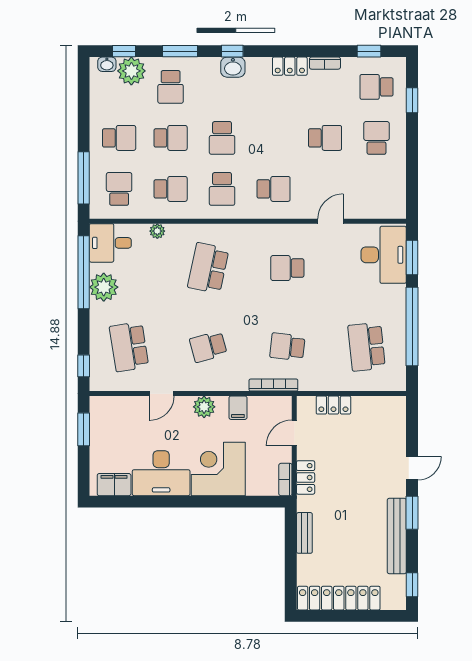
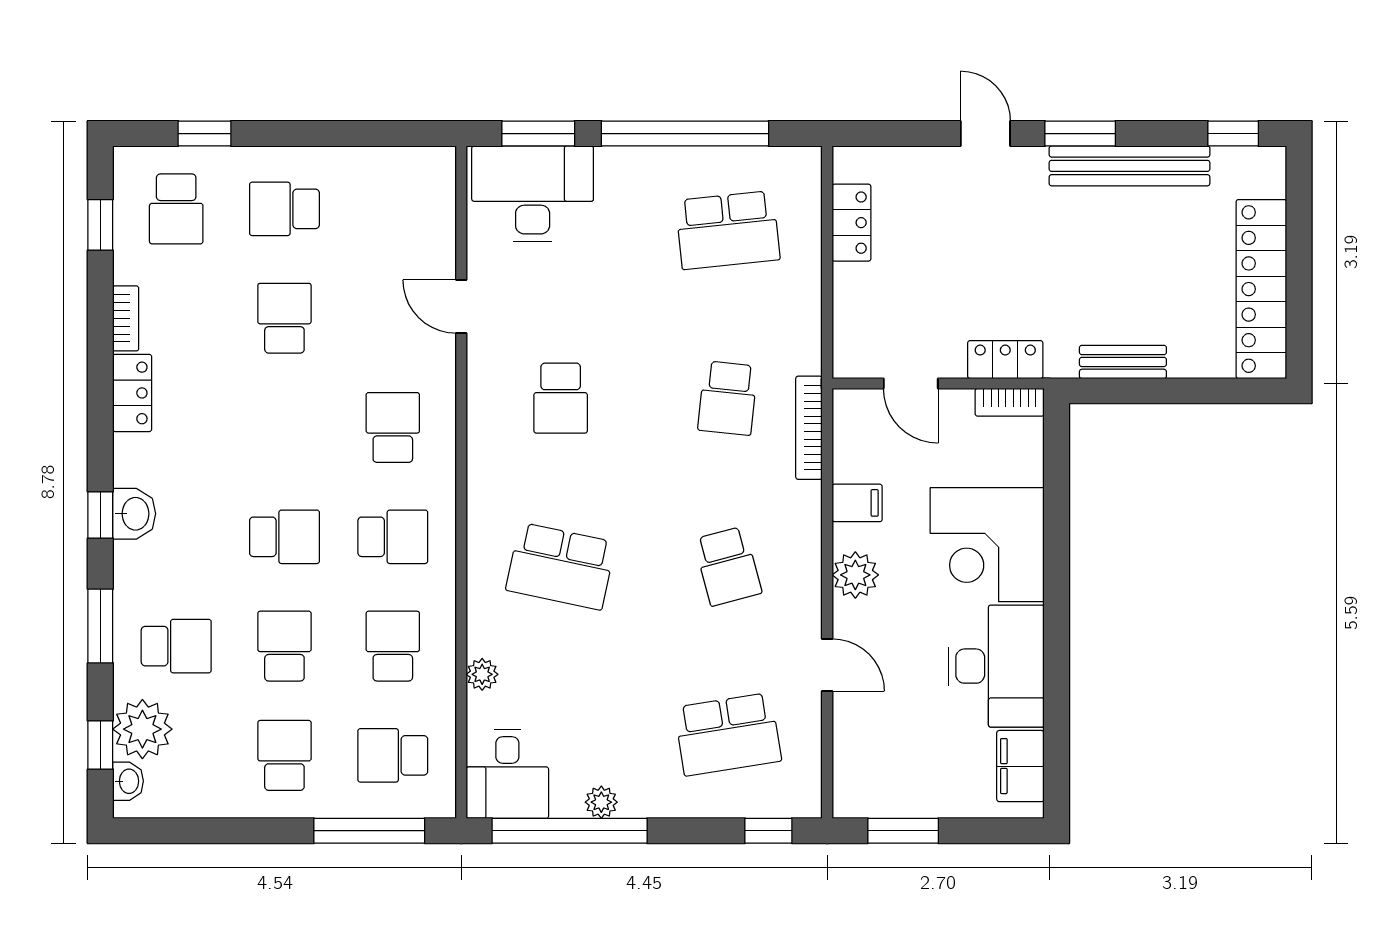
plant: (104, 287) -> (601, 802), width x0.53, depth x0.53
locker: (333, 405) -> (851, 223), moved

